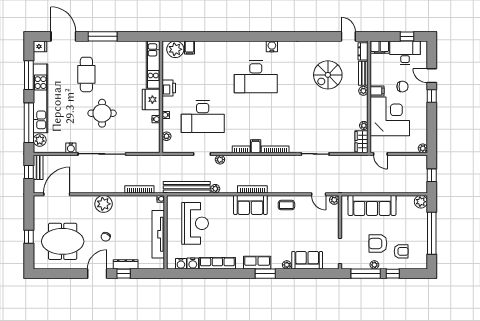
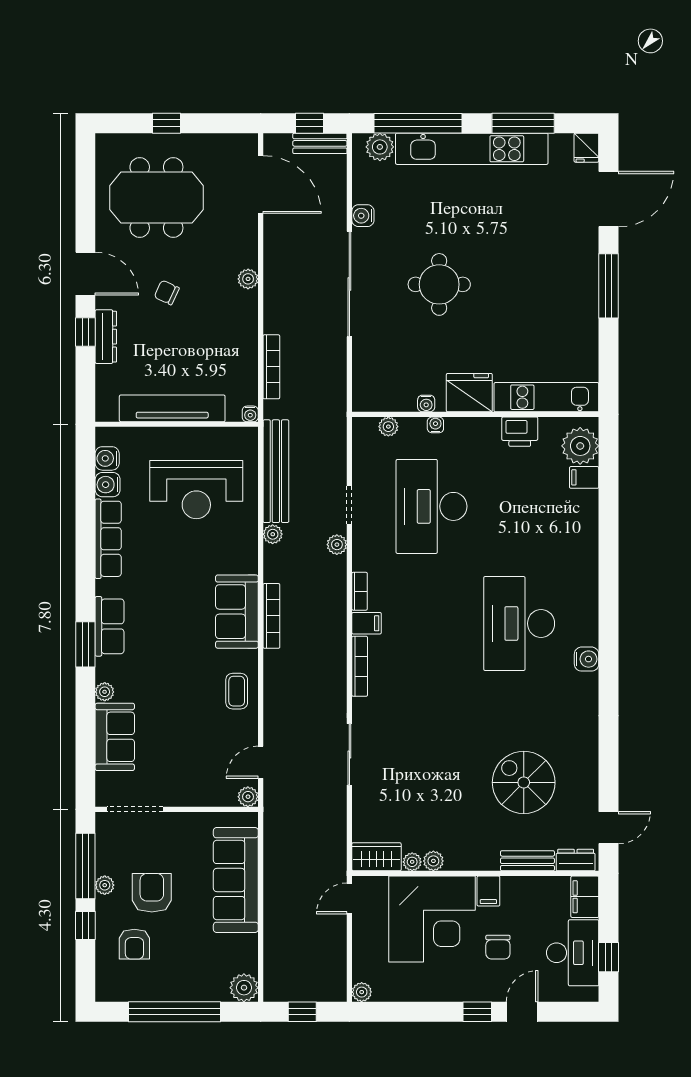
cafe table: (86, 74) -> (525, 250), removed
printer: (169, 88) -> (520, 432), moved
plant: (363, 91) -> (433, 861), moved
plant: (104, 204) -> (248, 279), width x0.53, depth x0.53
meeting table: (63, 241) -> (156, 198), turned 90

